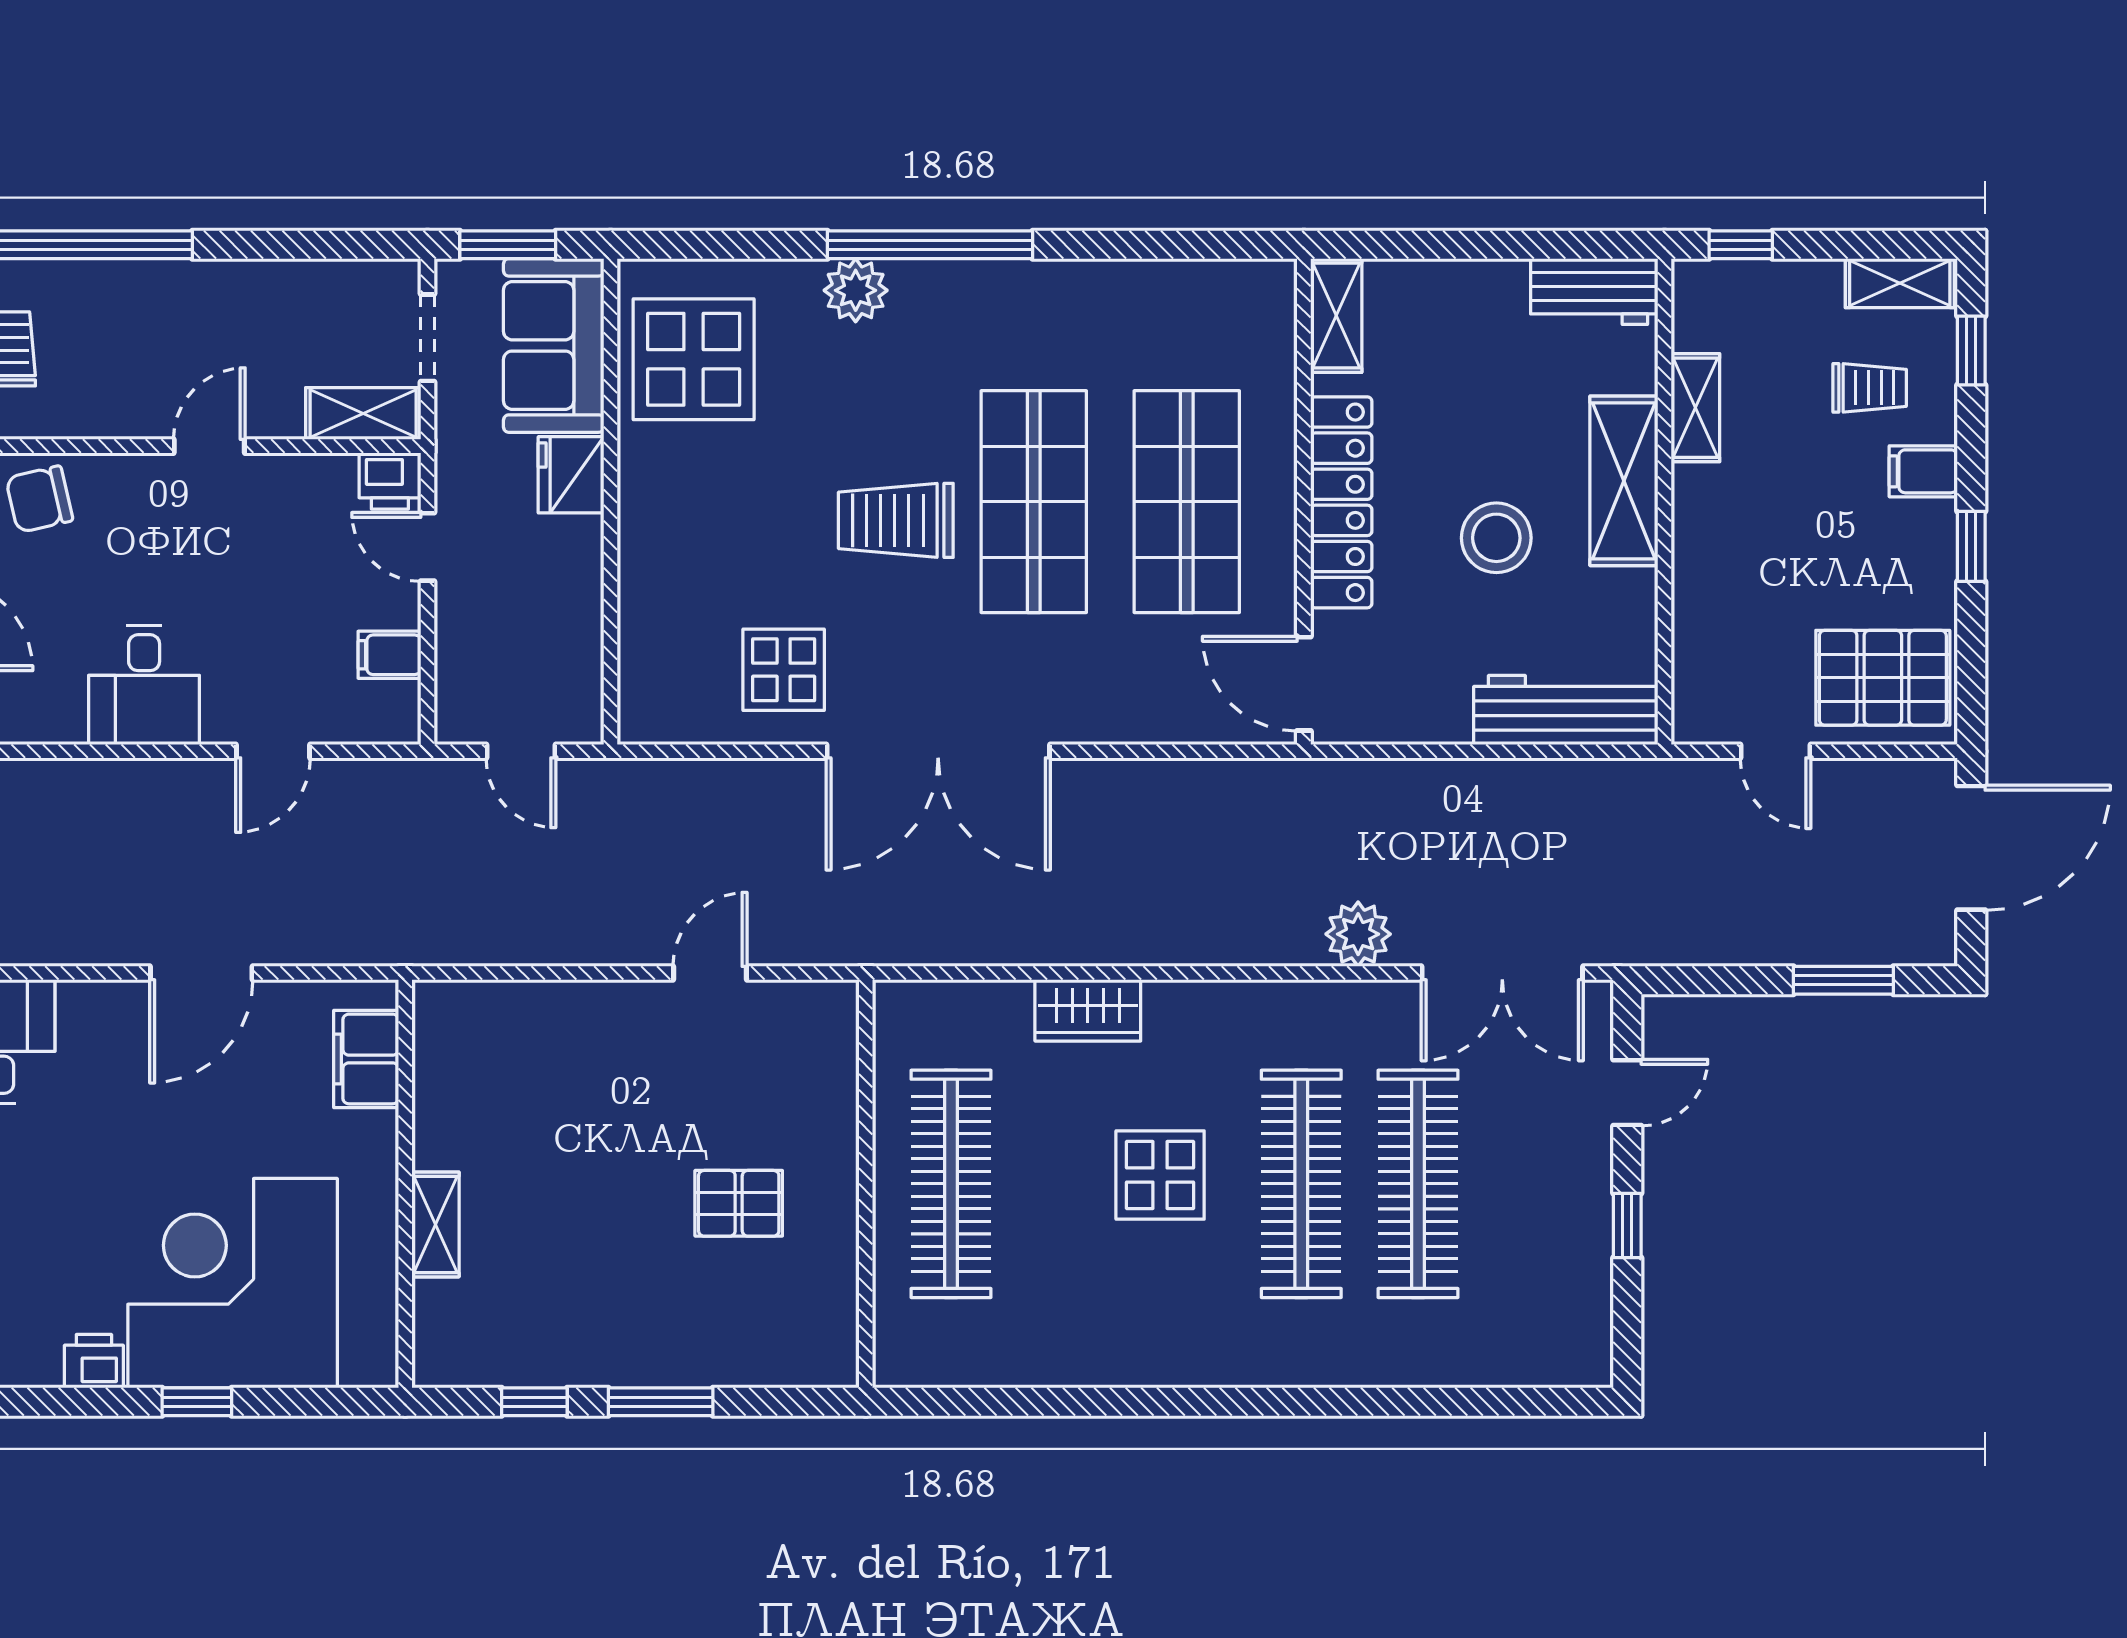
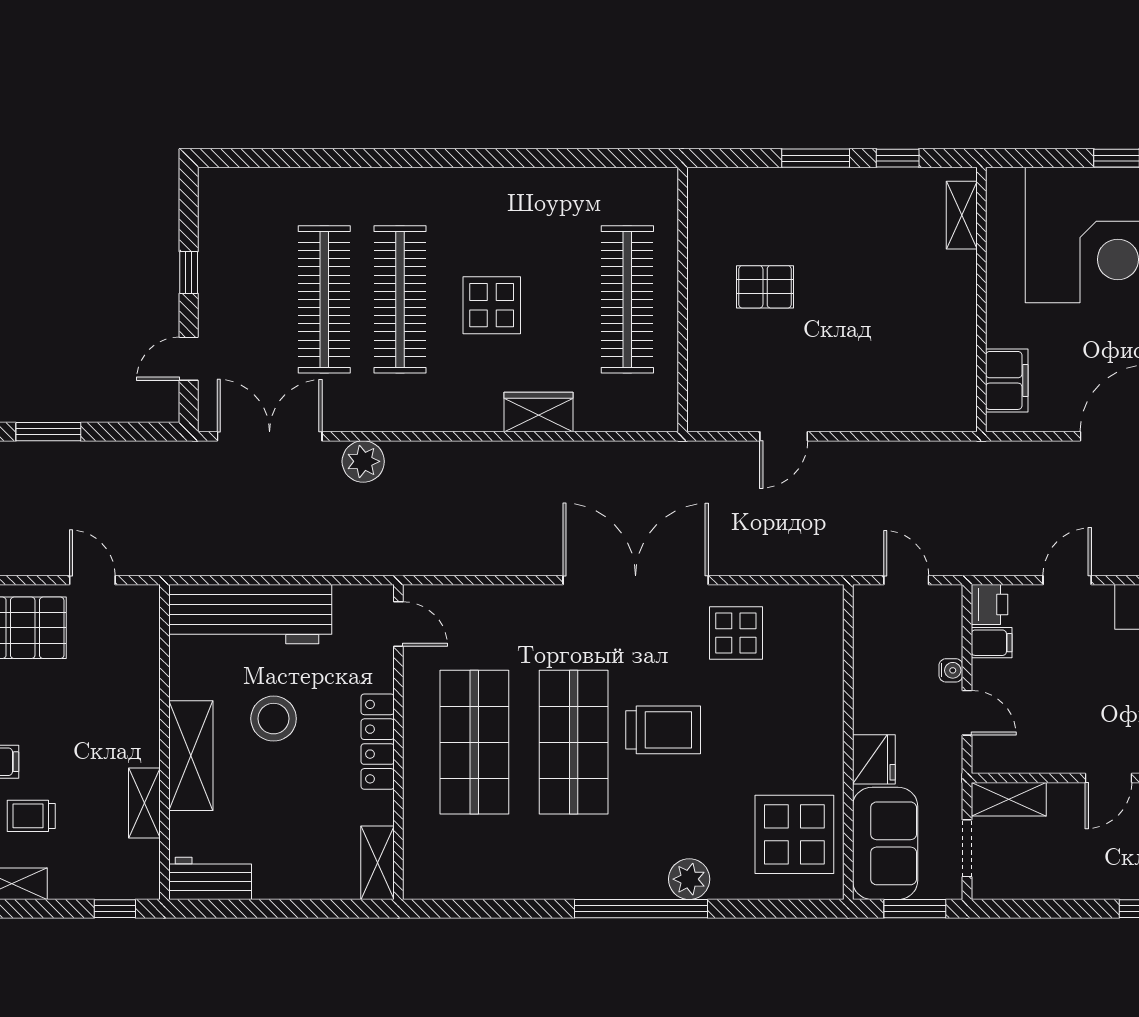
printer: (390, 481) -> (990, 605), moved, turned 90
locker: (1341, 502) -> (378, 742), width x0.71, depth x0.83
water cooler: (452, 612) -> (951, 670), added
door: (1304, 684) -> (398, 624), width x0.73
workbench: (1566, 710) -> (250, 614), width x1.36, depth x1.32
shelving: (436, 1224) -> (962, 215), moved

